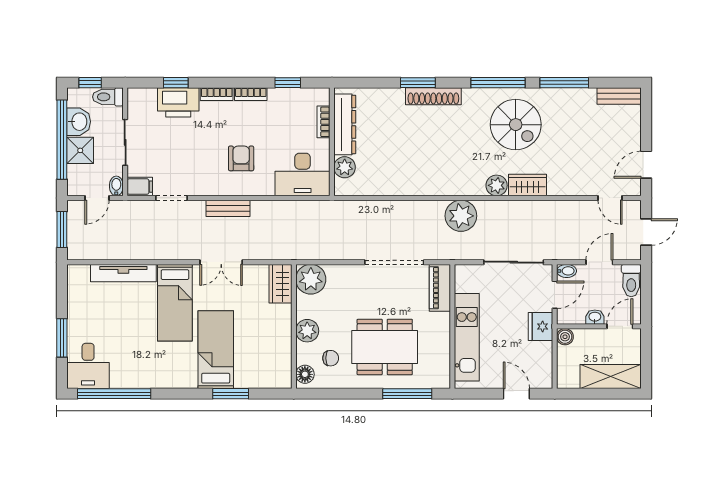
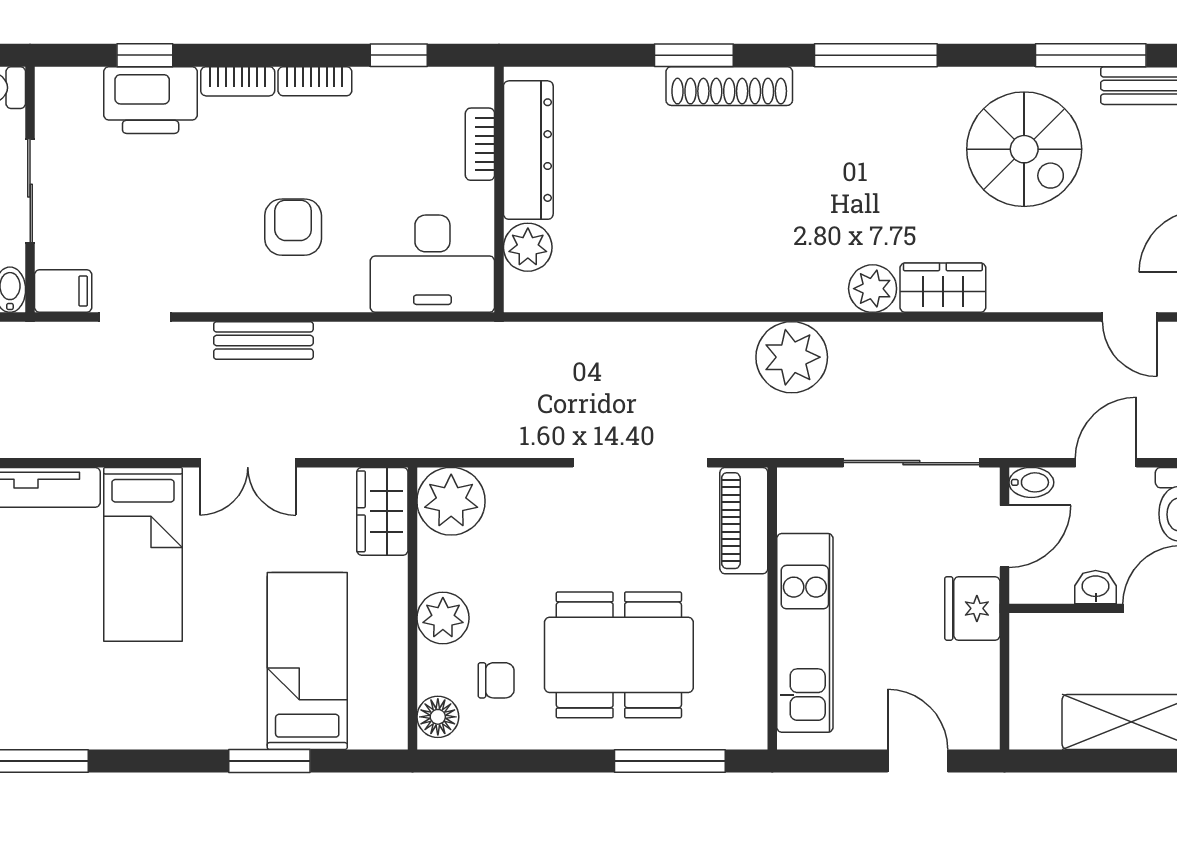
window: (564, 83) -> (1091, 55), moved
spiral stairs: (516, 125) -> (1024, 149), moved
boiler: (565, 337) -> (1028, 632), removed
bed: (216, 350) -> (307, 661), moved

